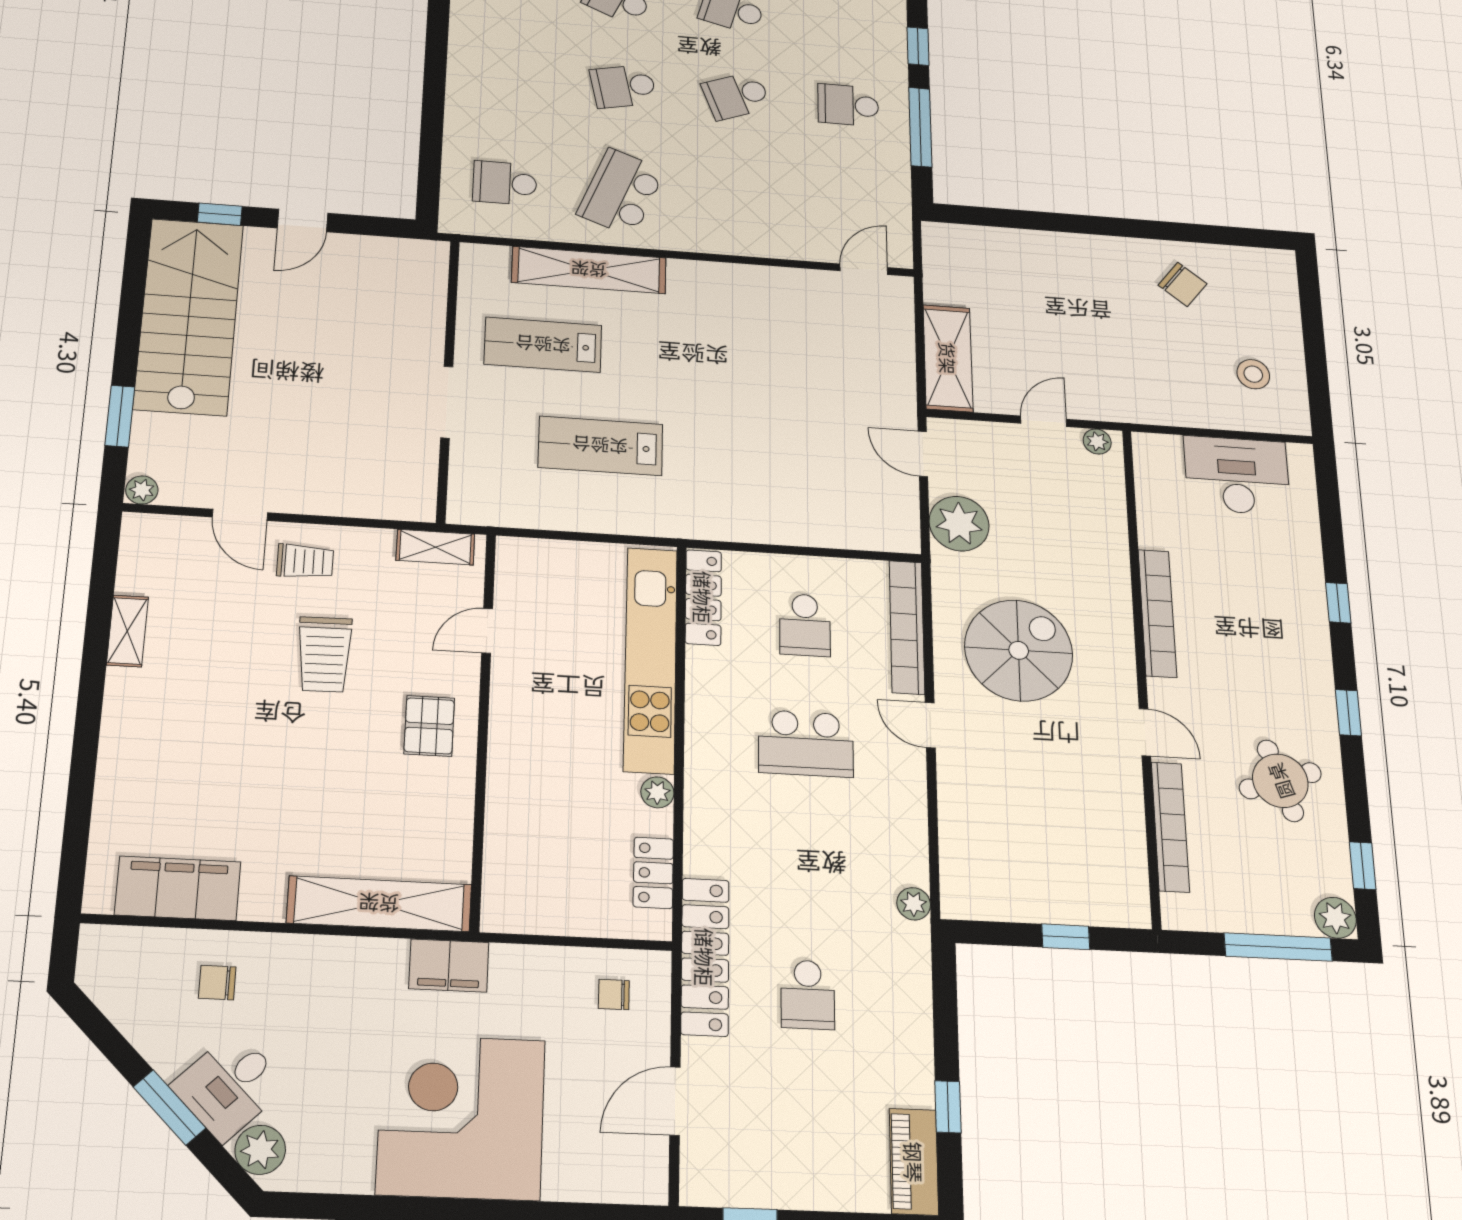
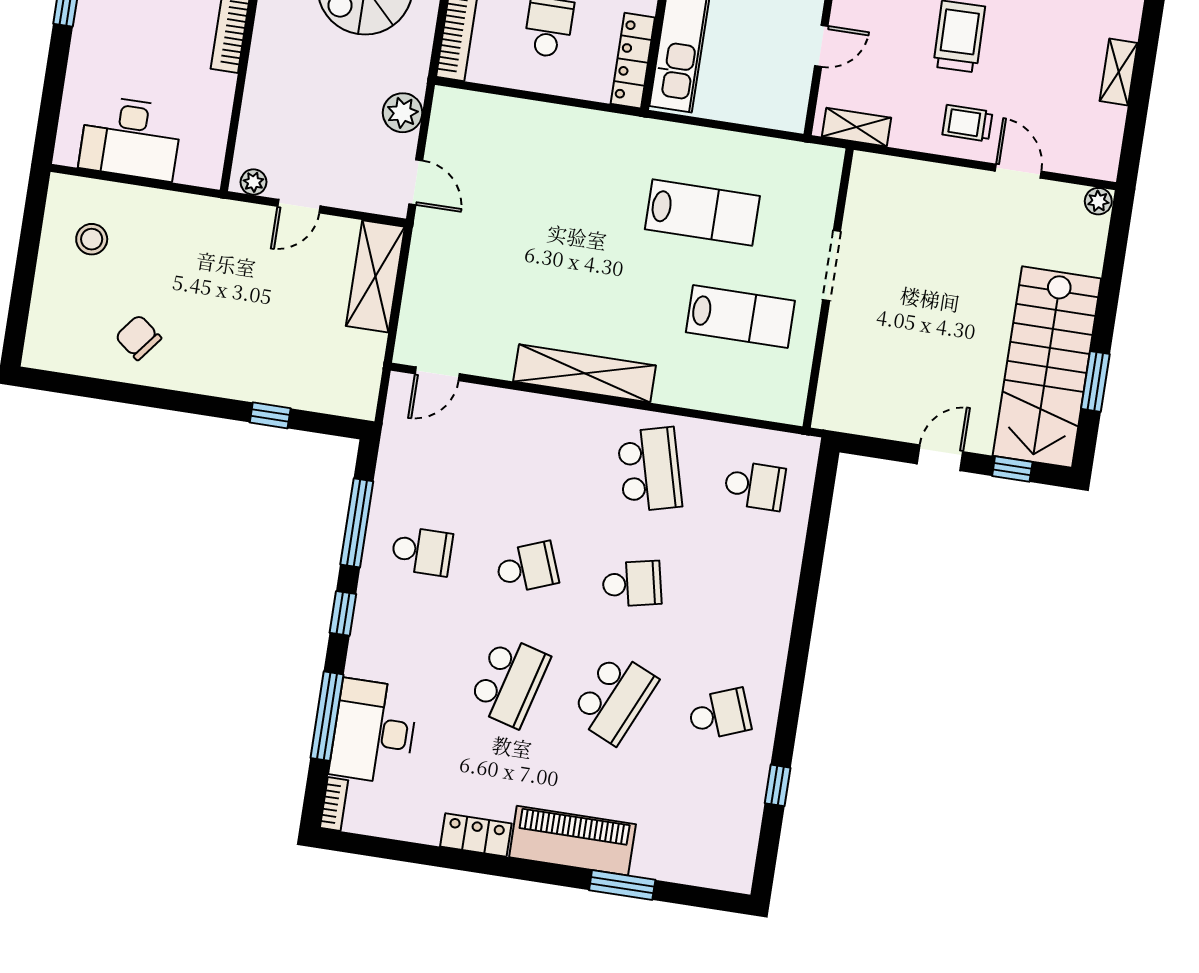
school desk: (621, 192) -> (650, 469), turned -36
window: (1030, 220) -> (270, 415), added
shelving: (589, 270) -> (585, 373), moved
window: (120, 416) -> (1095, 381), moved
plant: (959, 524) -> (403, 113), width x0.73, depth x0.73

